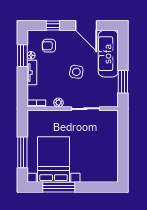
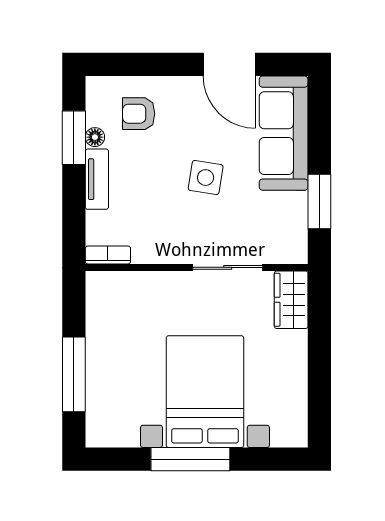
window: (53, 26) -> (148, 64), removed
plant: (58, 103) -> (162, 253), removed
wardrobe: (111, 122) -> (291, 300), added
bed with nightstands: (53, 159) -> (205, 392), moved
window: (59, 187) -> (190, 459), moved

